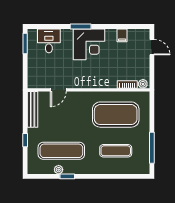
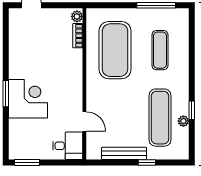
filing cabinet: (122, 35) -> (17, 42), removed
desk: (49, 41) -> (68, 146), moved, turned 180
corner desk: (89, 44) -> (28, 99), moved
bench: (33, 109) -> (124, 153), moved

